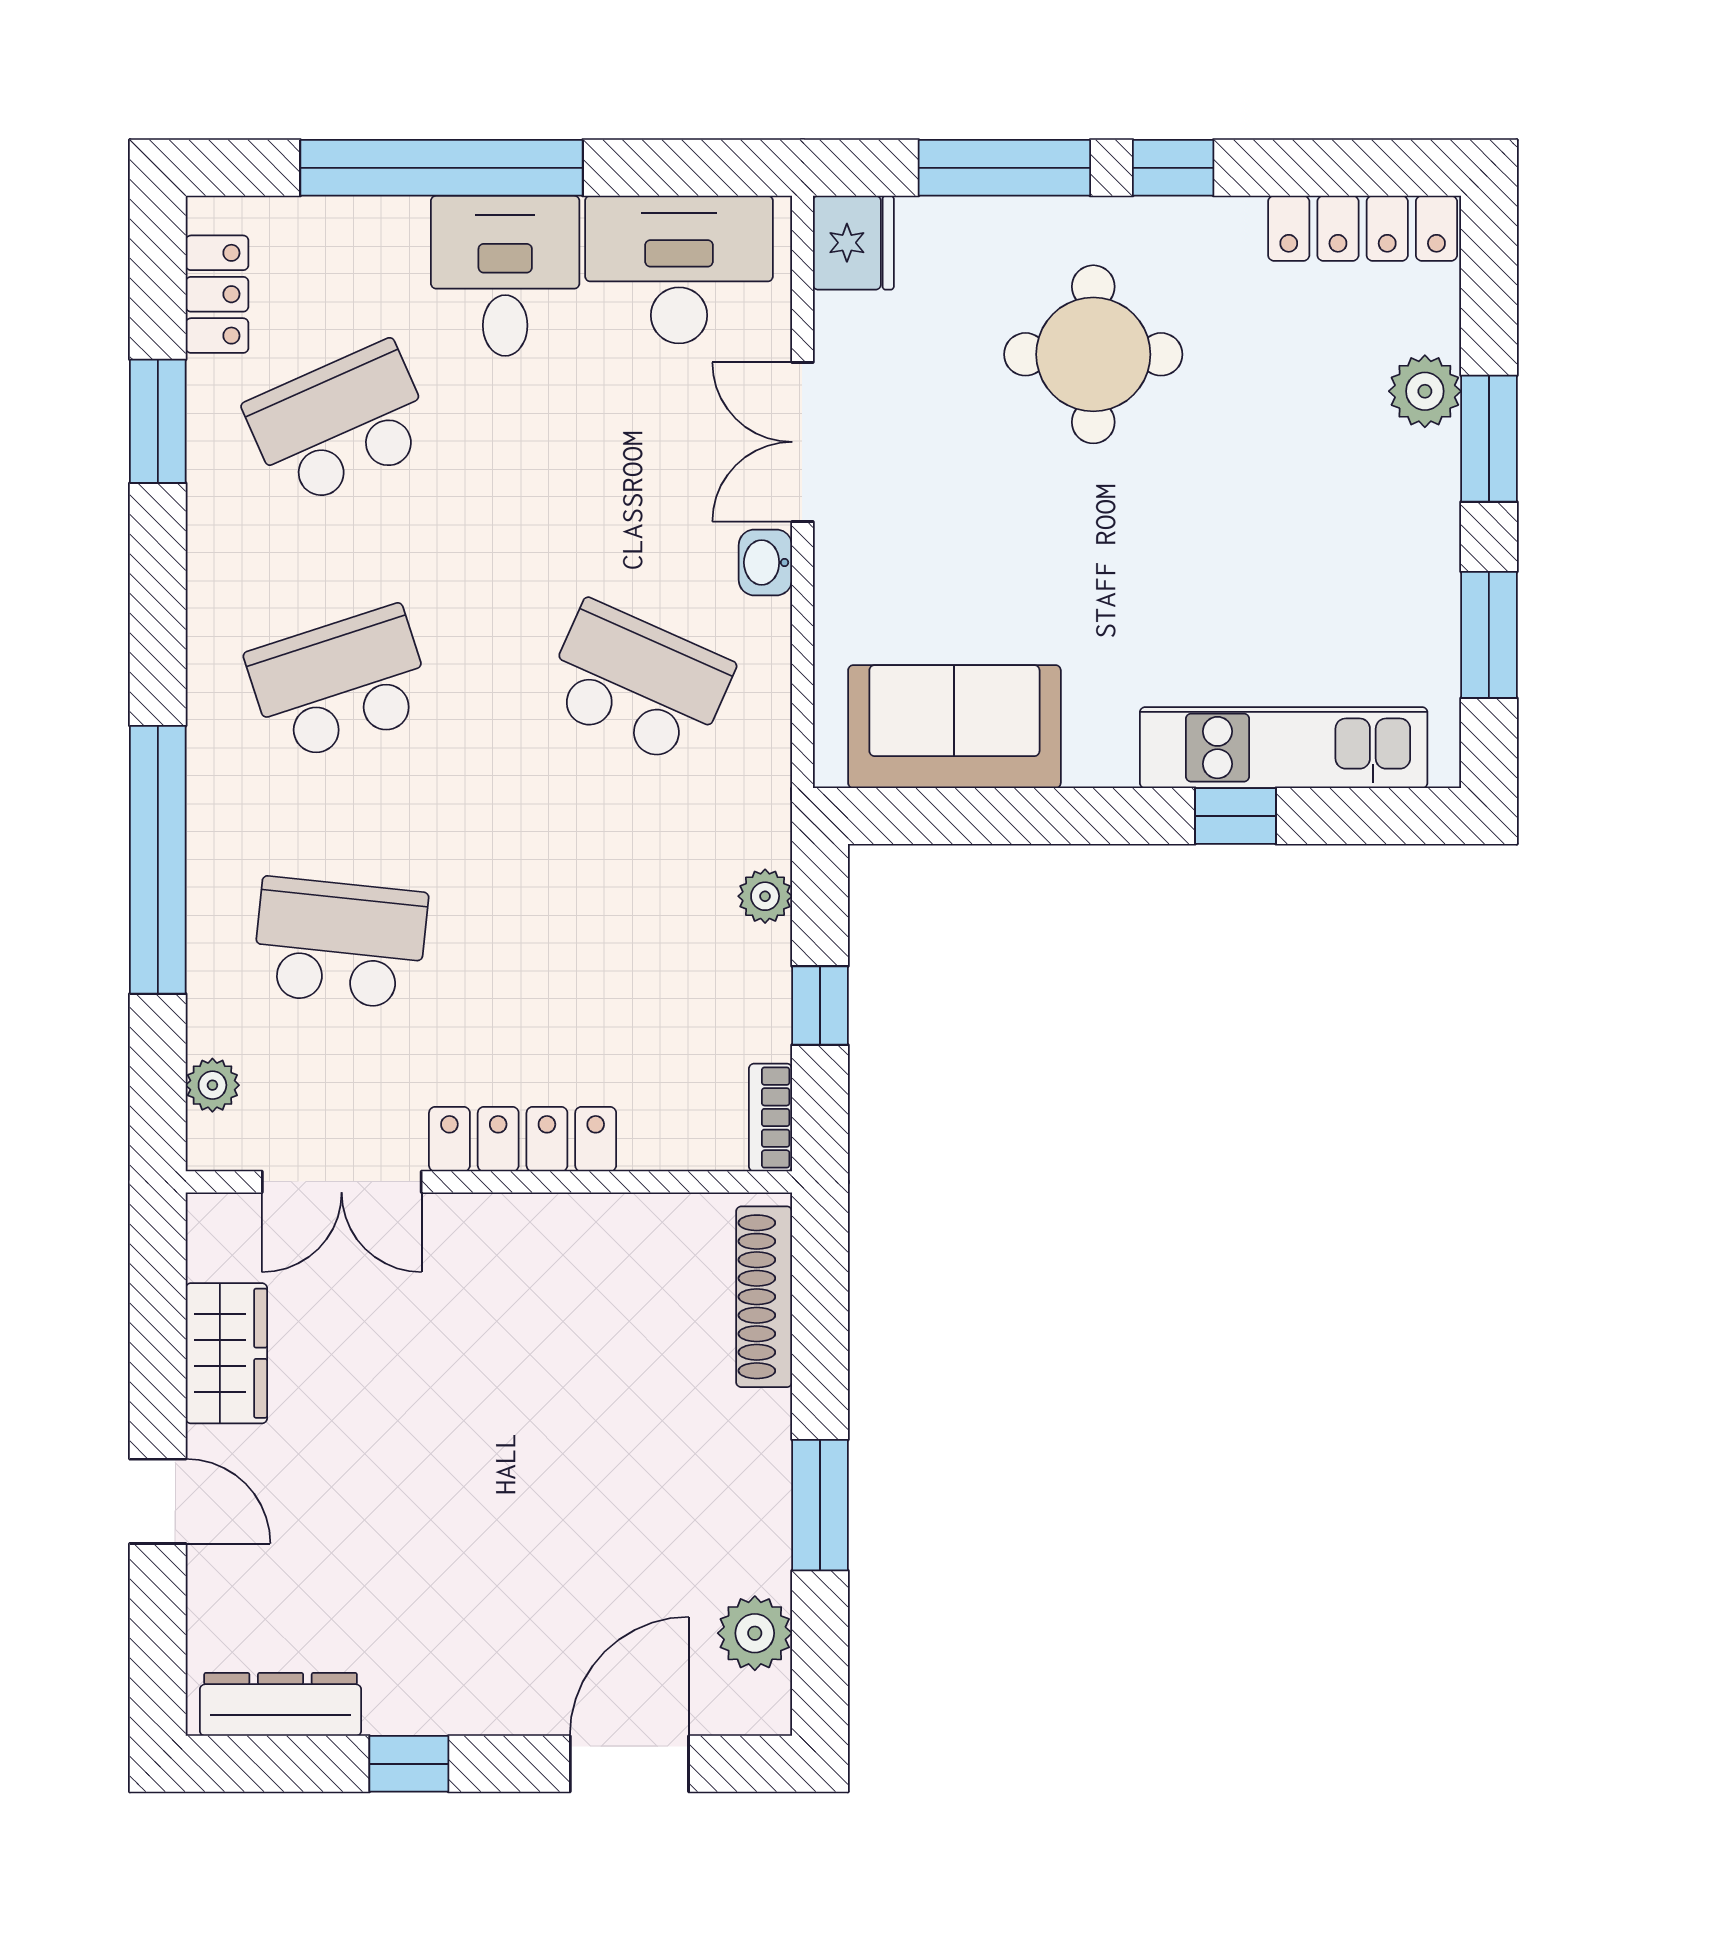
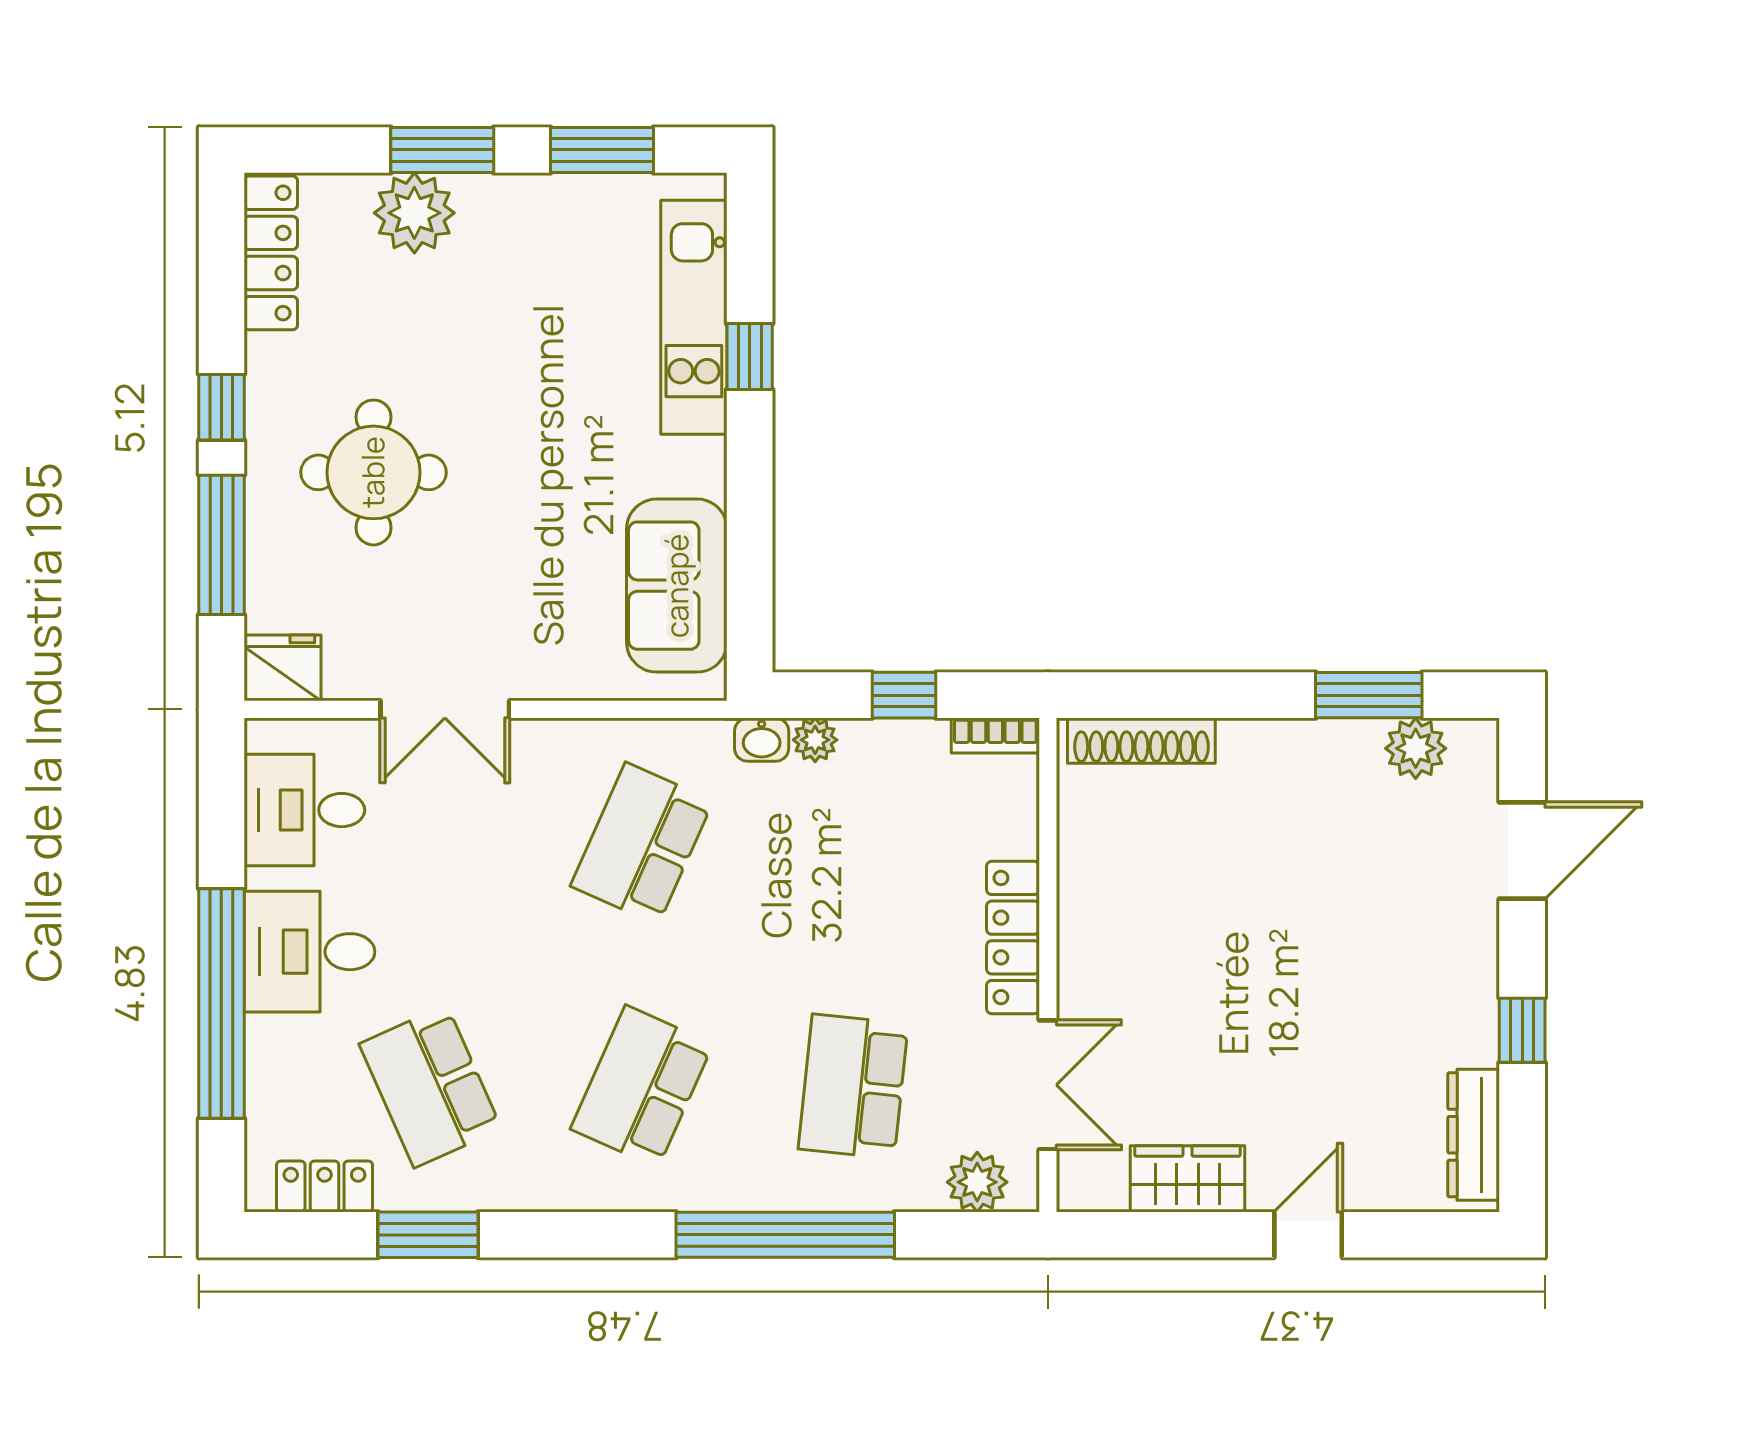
desk: (679, 270) -> (304, 810), width x0.73
plant: (1425, 391) -> (414, 213), width x1.36, depth x1.36
washbasin: (765, 562) -> (762, 740), moved
school desk: (340, 684) -> (642, 1086), turned 42
plant: (212, 1085) -> (977, 1182), width x1.38, depth x1.38
window: (820, 1505) -> (1369, 695), moved
door: (629, 1764) -> (1522, 850), swing flipped

